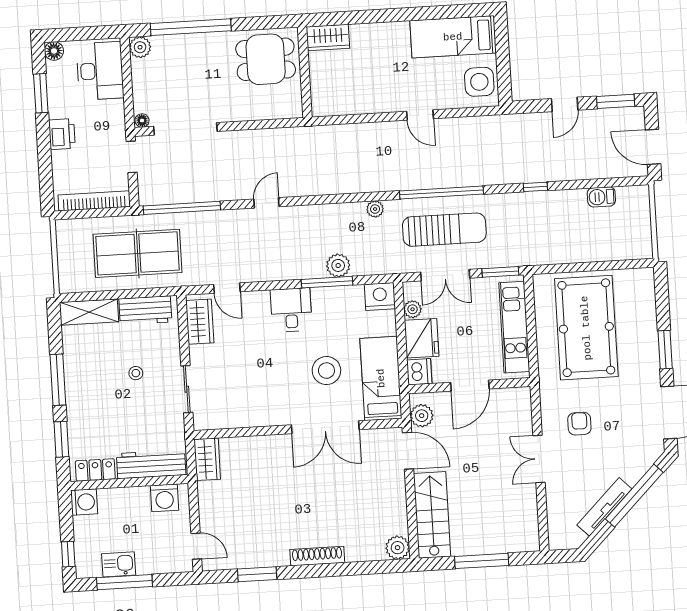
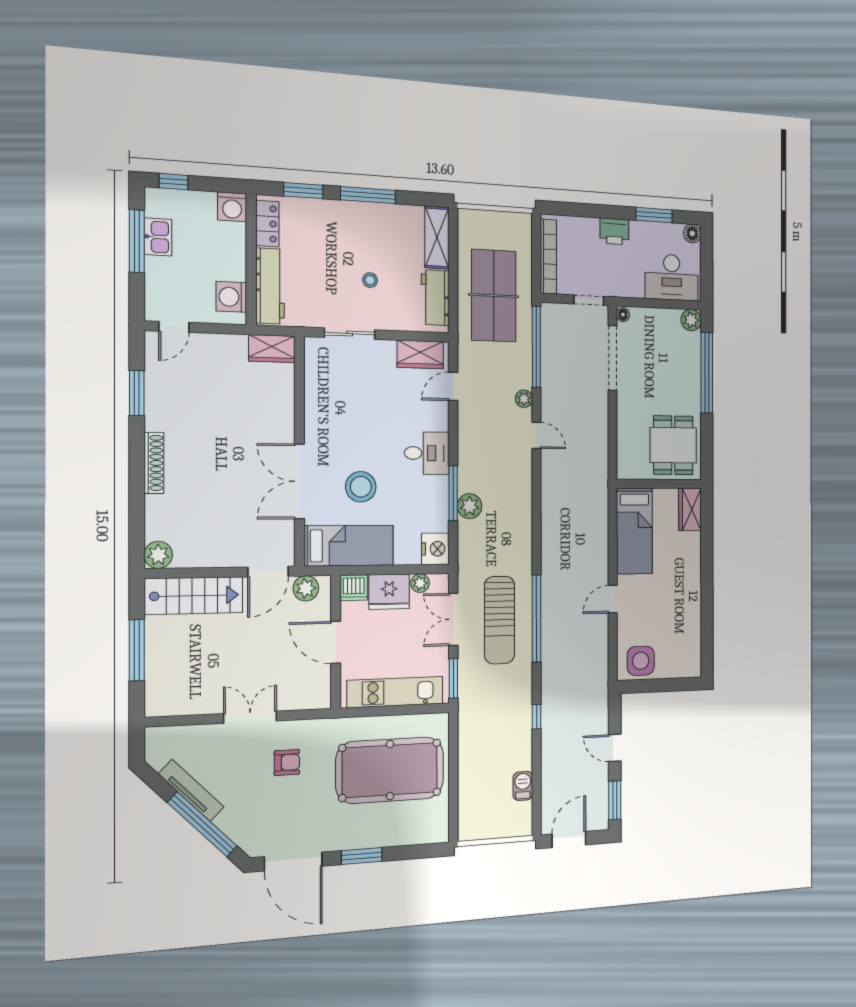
bed: (453, 37) -> (634, 531), moved, turned 180
plant: (375, 209) -> (524, 399), moved

